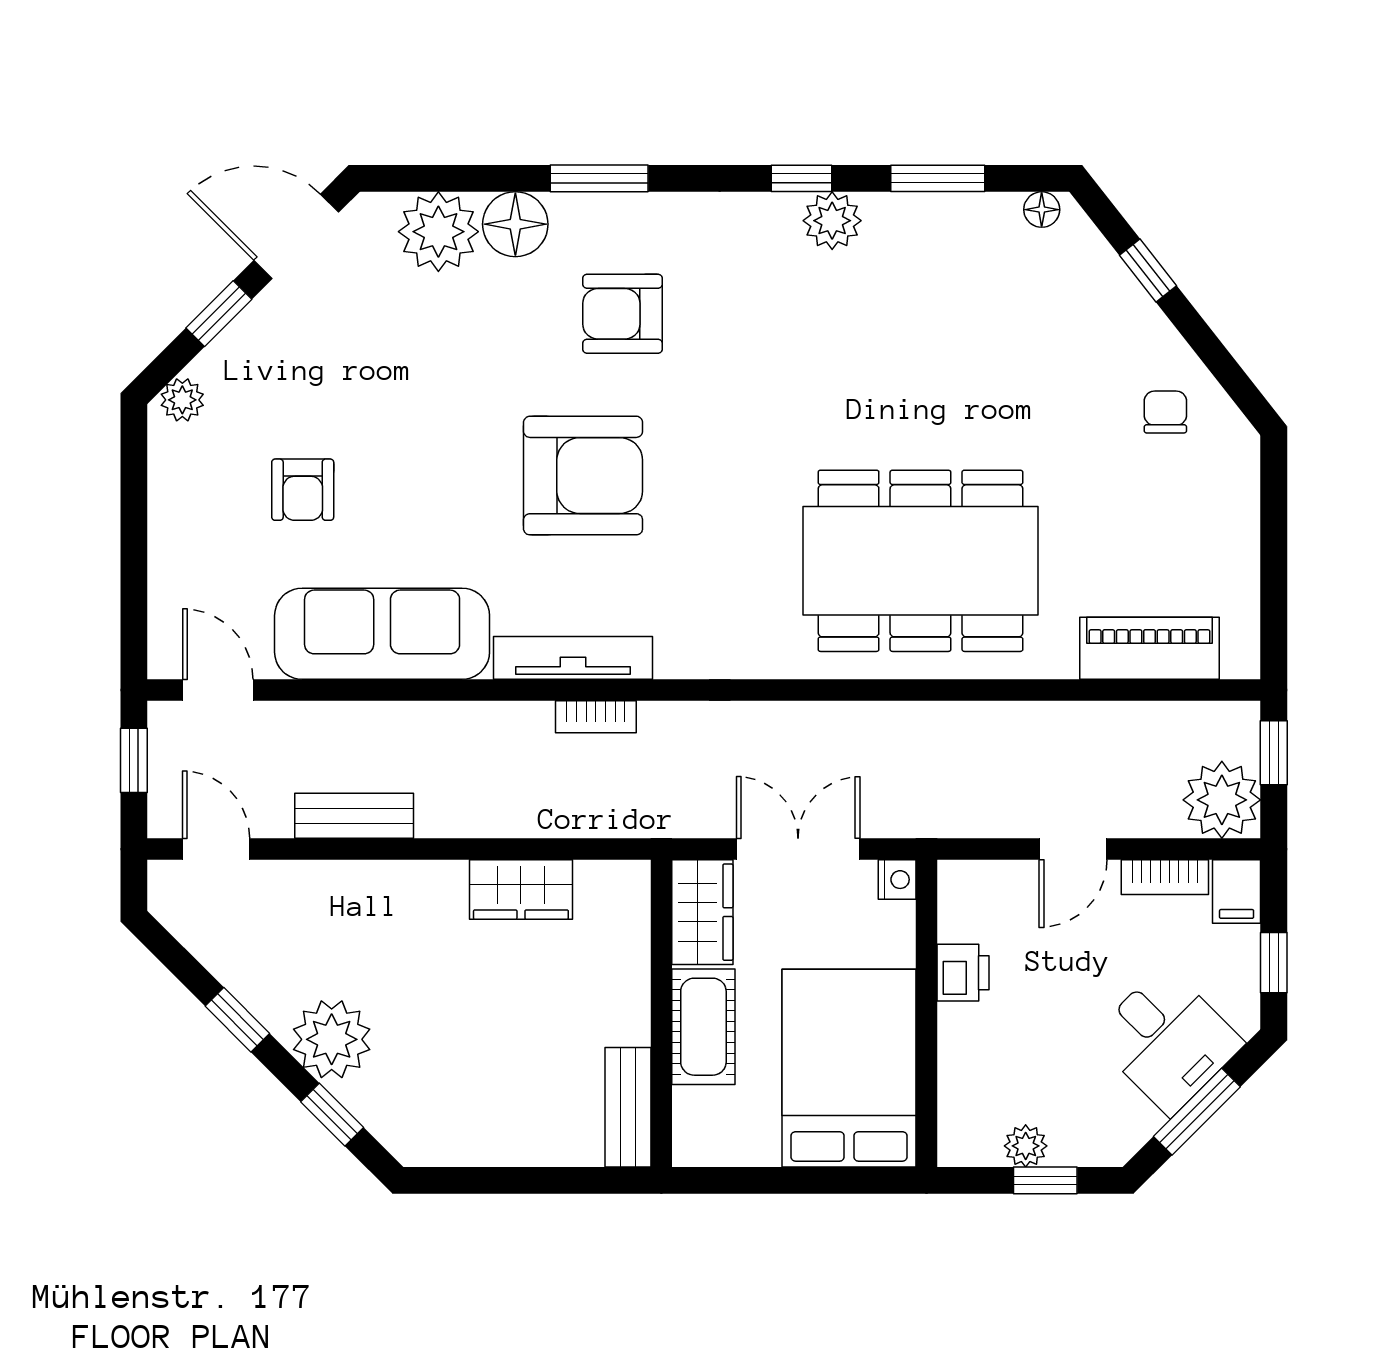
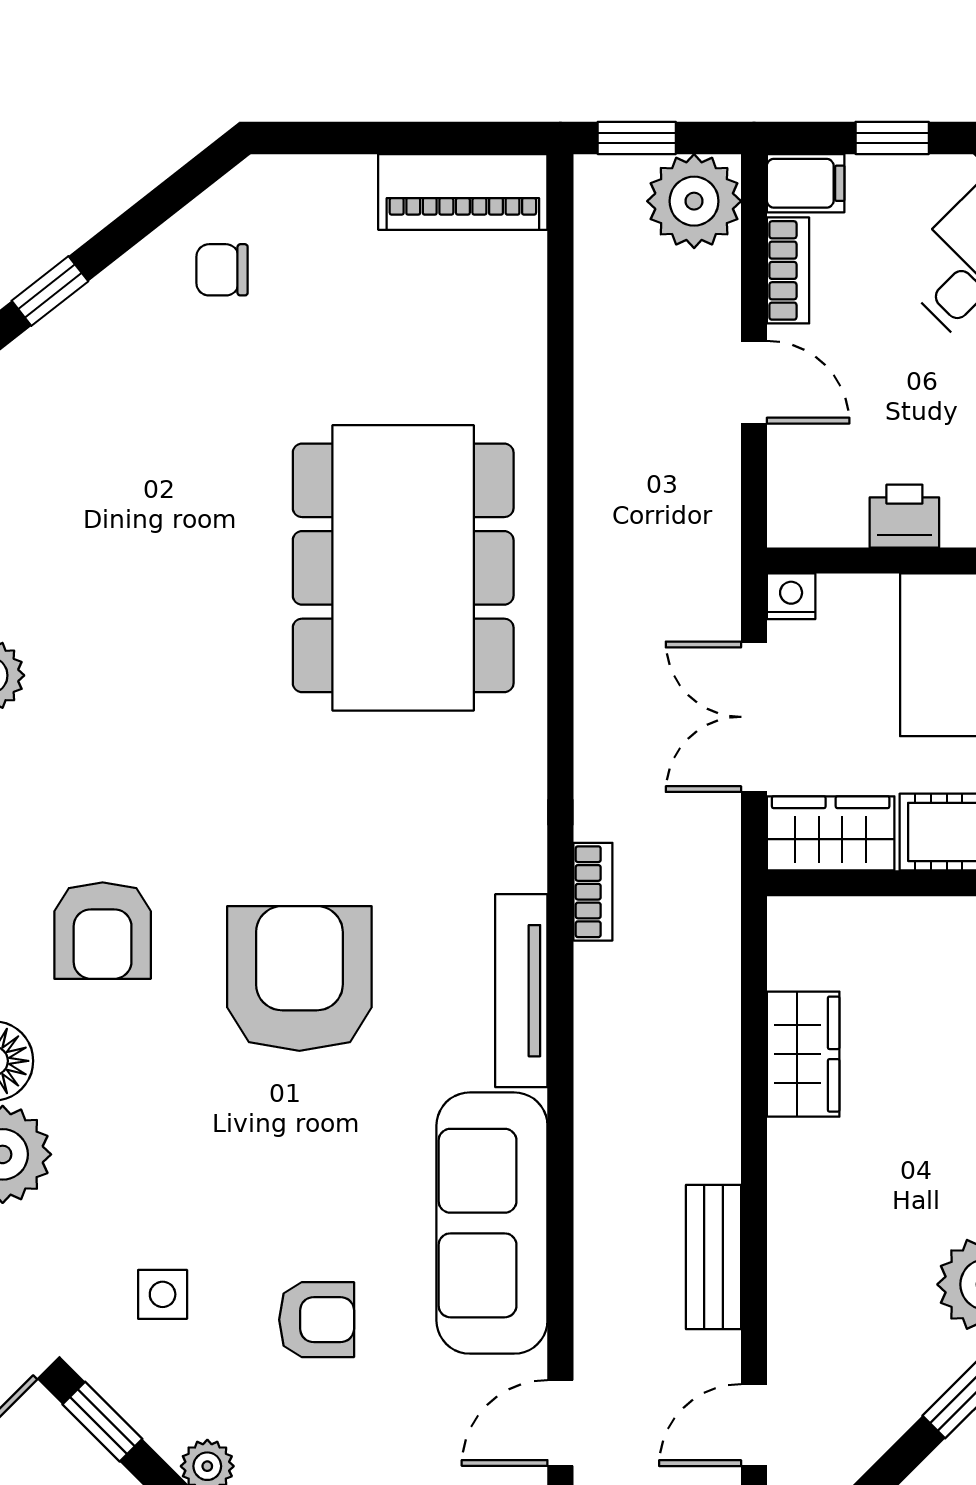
side table: (323, 363) -> (163, 1294), added
piano: (1149, 648) -> (463, 192), moved, turned -90
bookcase: (596, 717) -> (593, 892), moved

